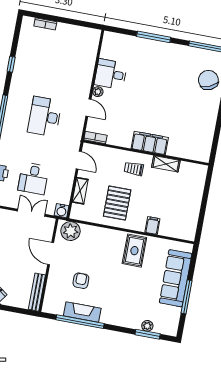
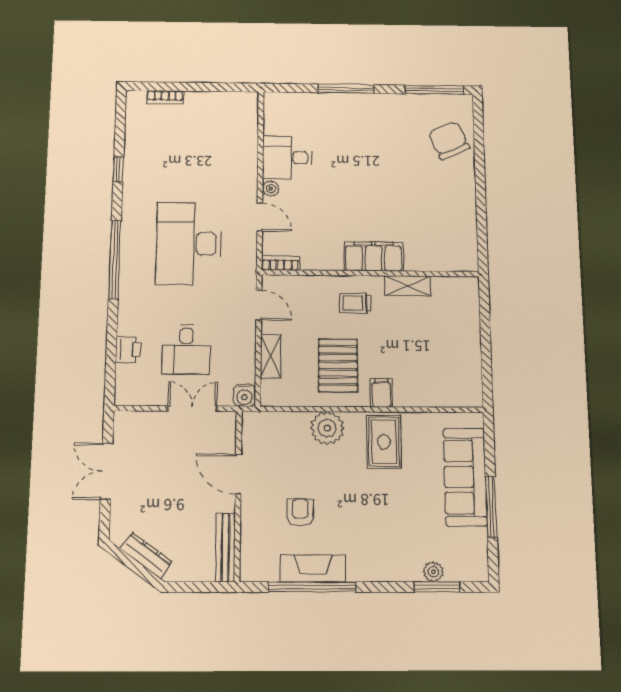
desk: (45, 117) -> (189, 244), width x1.36, depth x1.30
filing cabinet: (152, 226) -> (381, 393), moved
plant: (70, 231) -> (327, 428), moved

